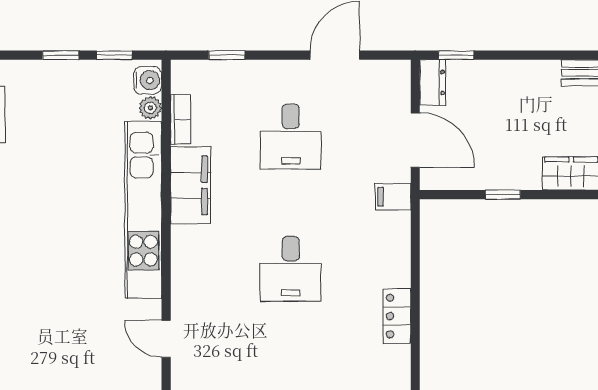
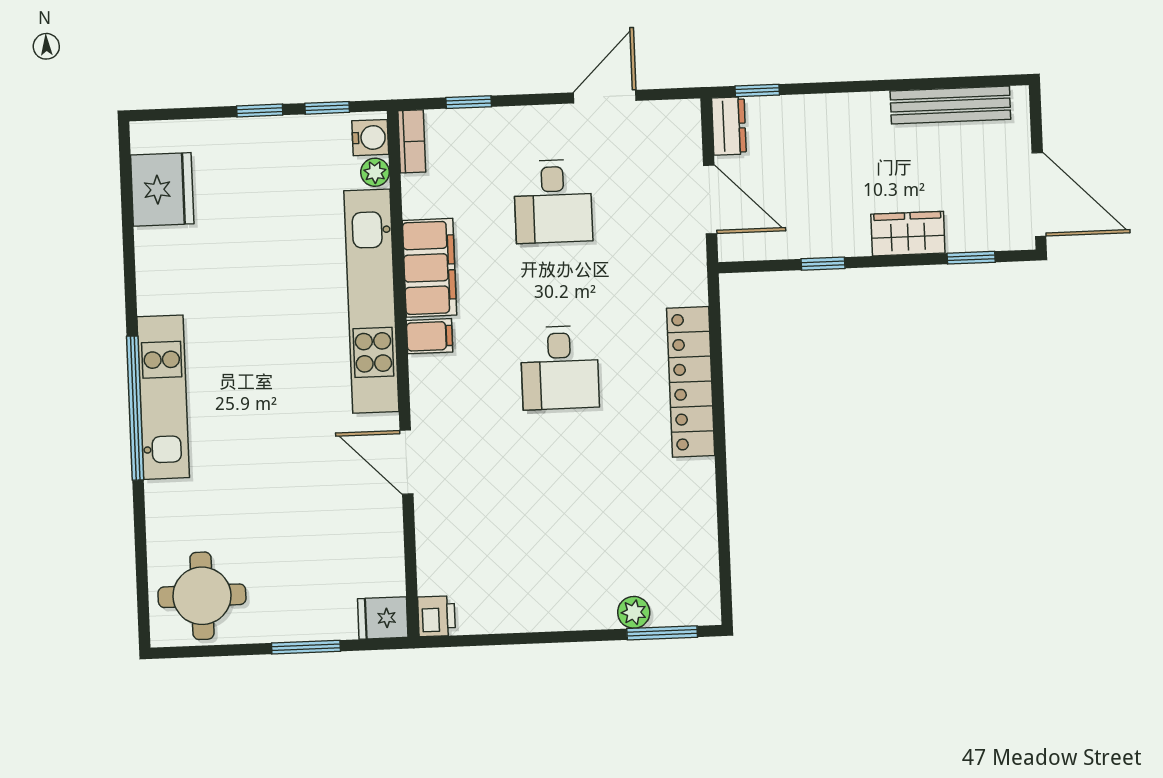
bookcase: (180, 120) -> (412, 141), moved
filing cabinet: (393, 197) -> (430, 336), moved, turned 180
locker: (397, 316) -> (691, 382), width x2.16, depth x1.21
door: (166, 339) -> (406, 462), width x1.37

